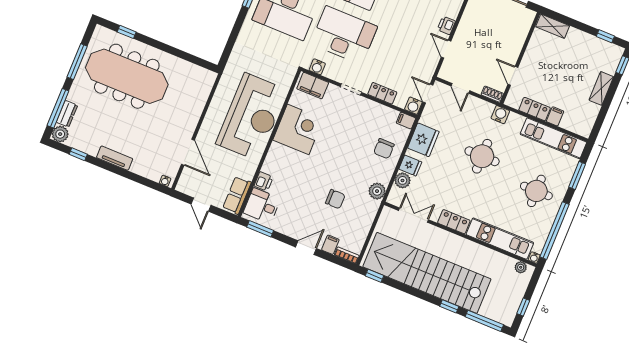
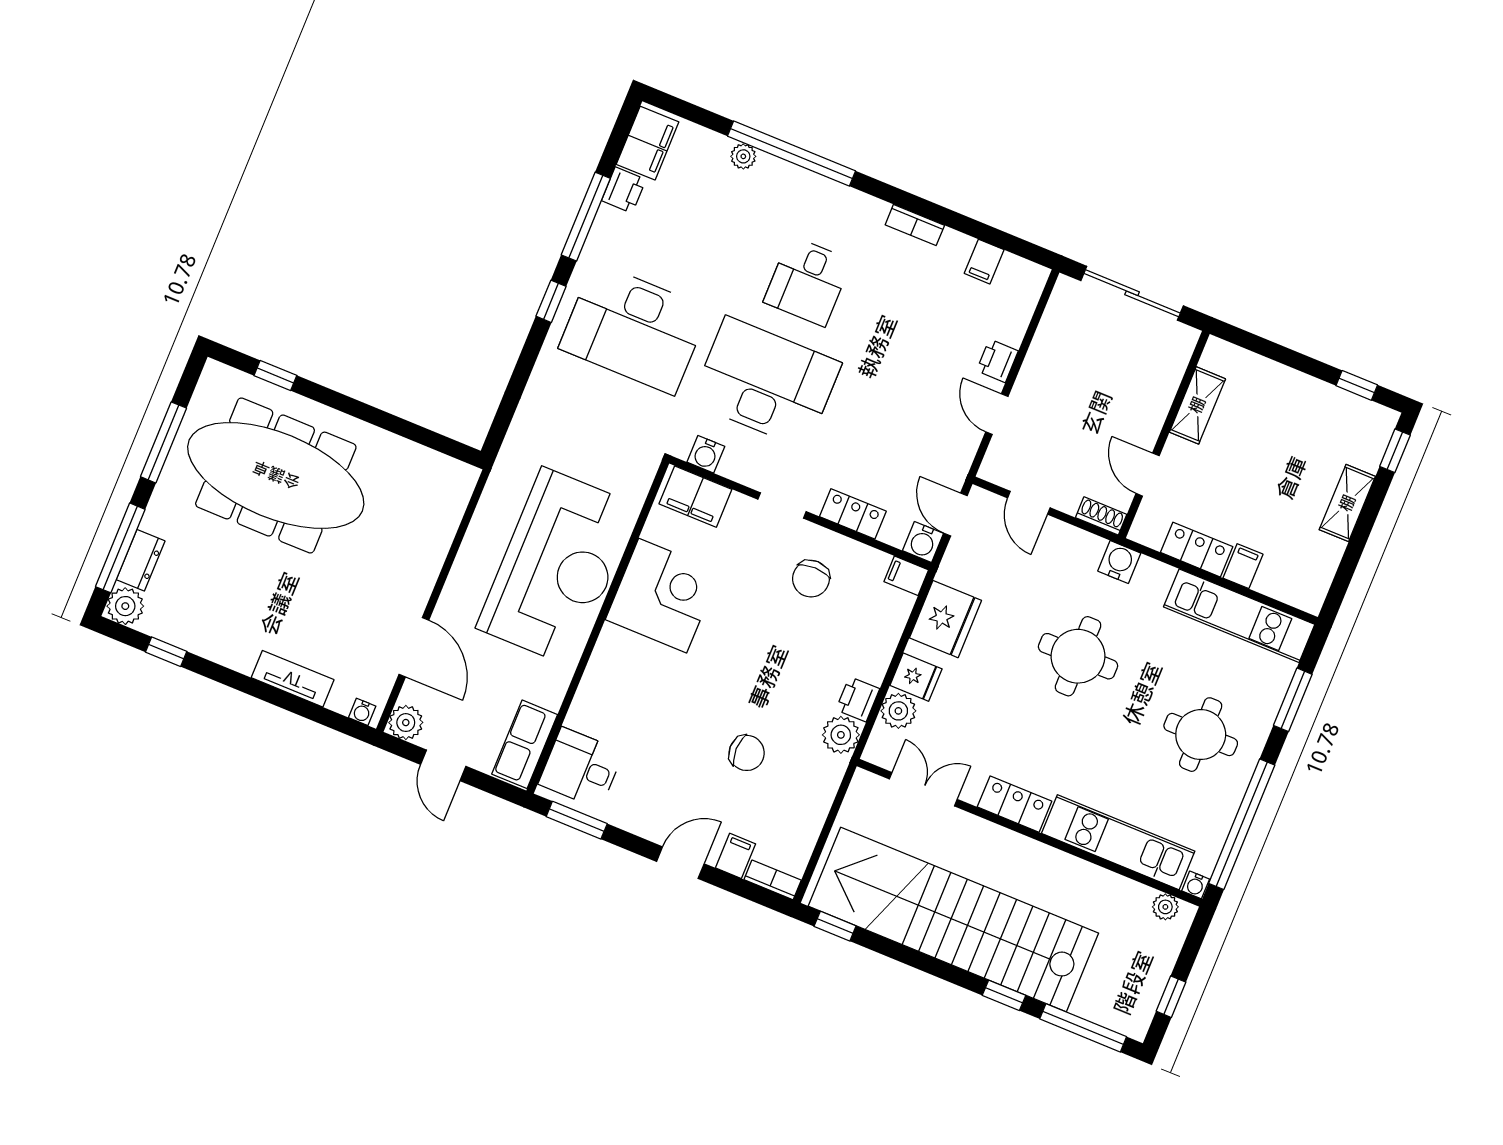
shelving: (553, 26) -> (1197, 405), moved, turned 90
chair: (384, 149) -> (811, 579), moved
tv unit: (115, 158) -> (293, 679), moved
printer: (264, 181) -> (858, 699), moved, turned 180
plant: (184, 186) -> (406, 723), added

